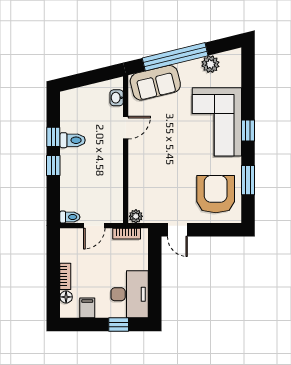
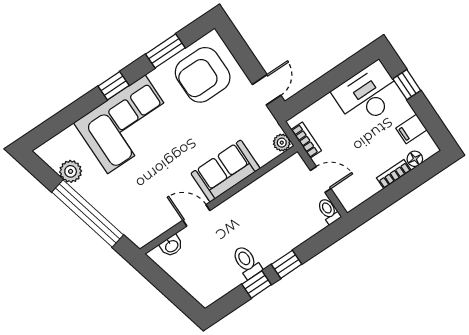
sofa: (155, 83) -> (225, 171), moved, turned -76

